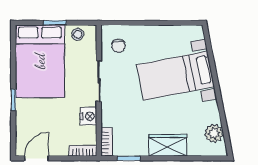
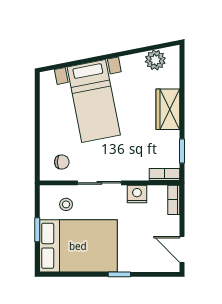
stool: (78, 34) -> (66, 204), moved

